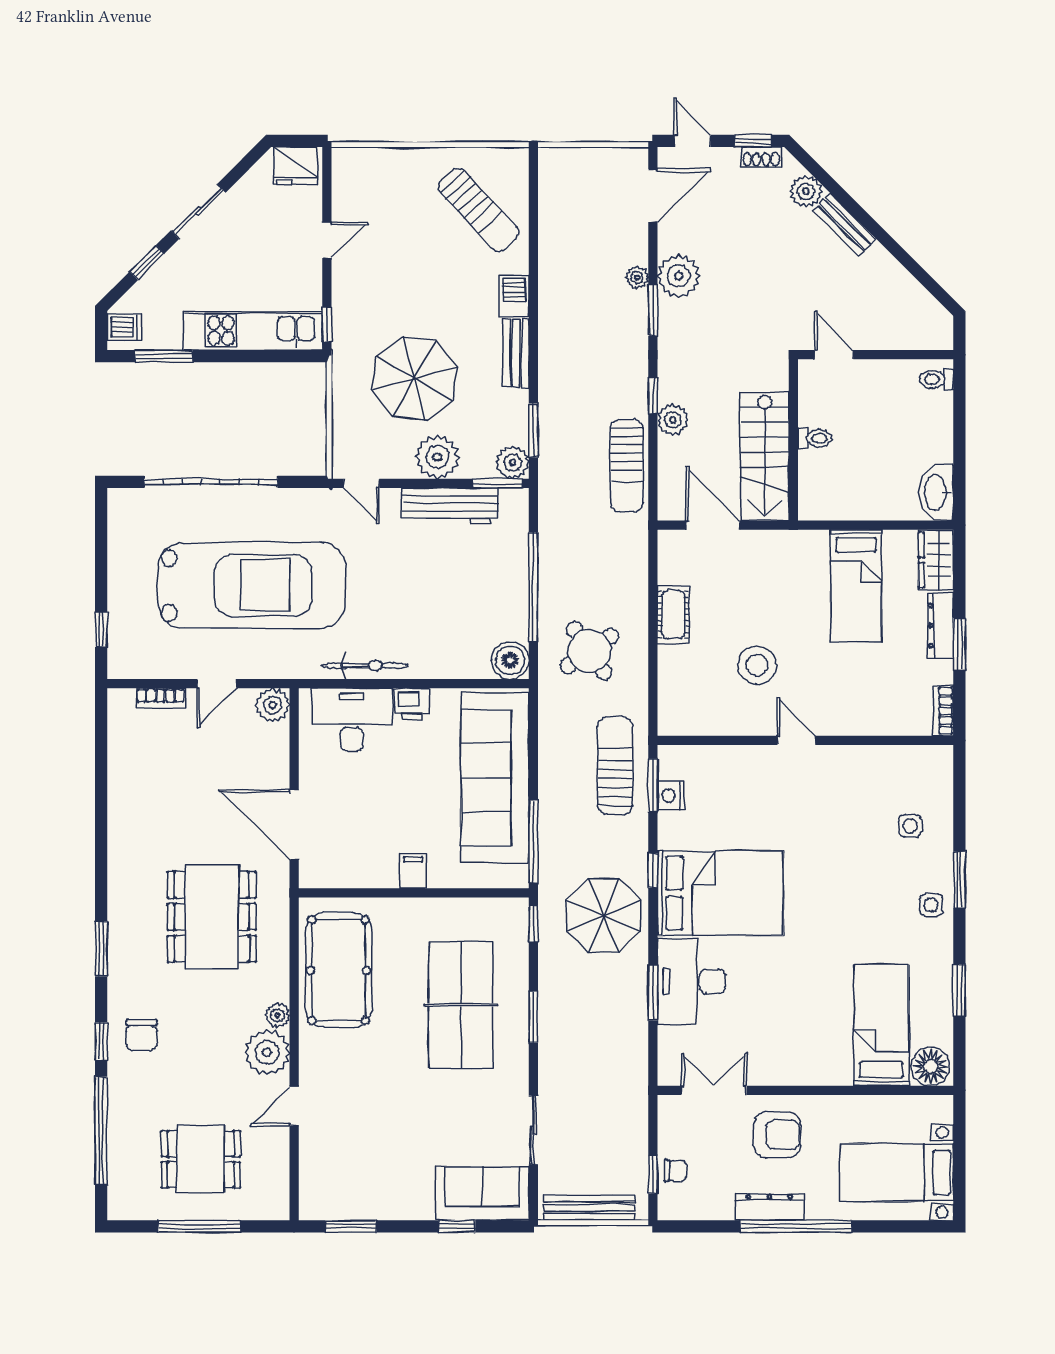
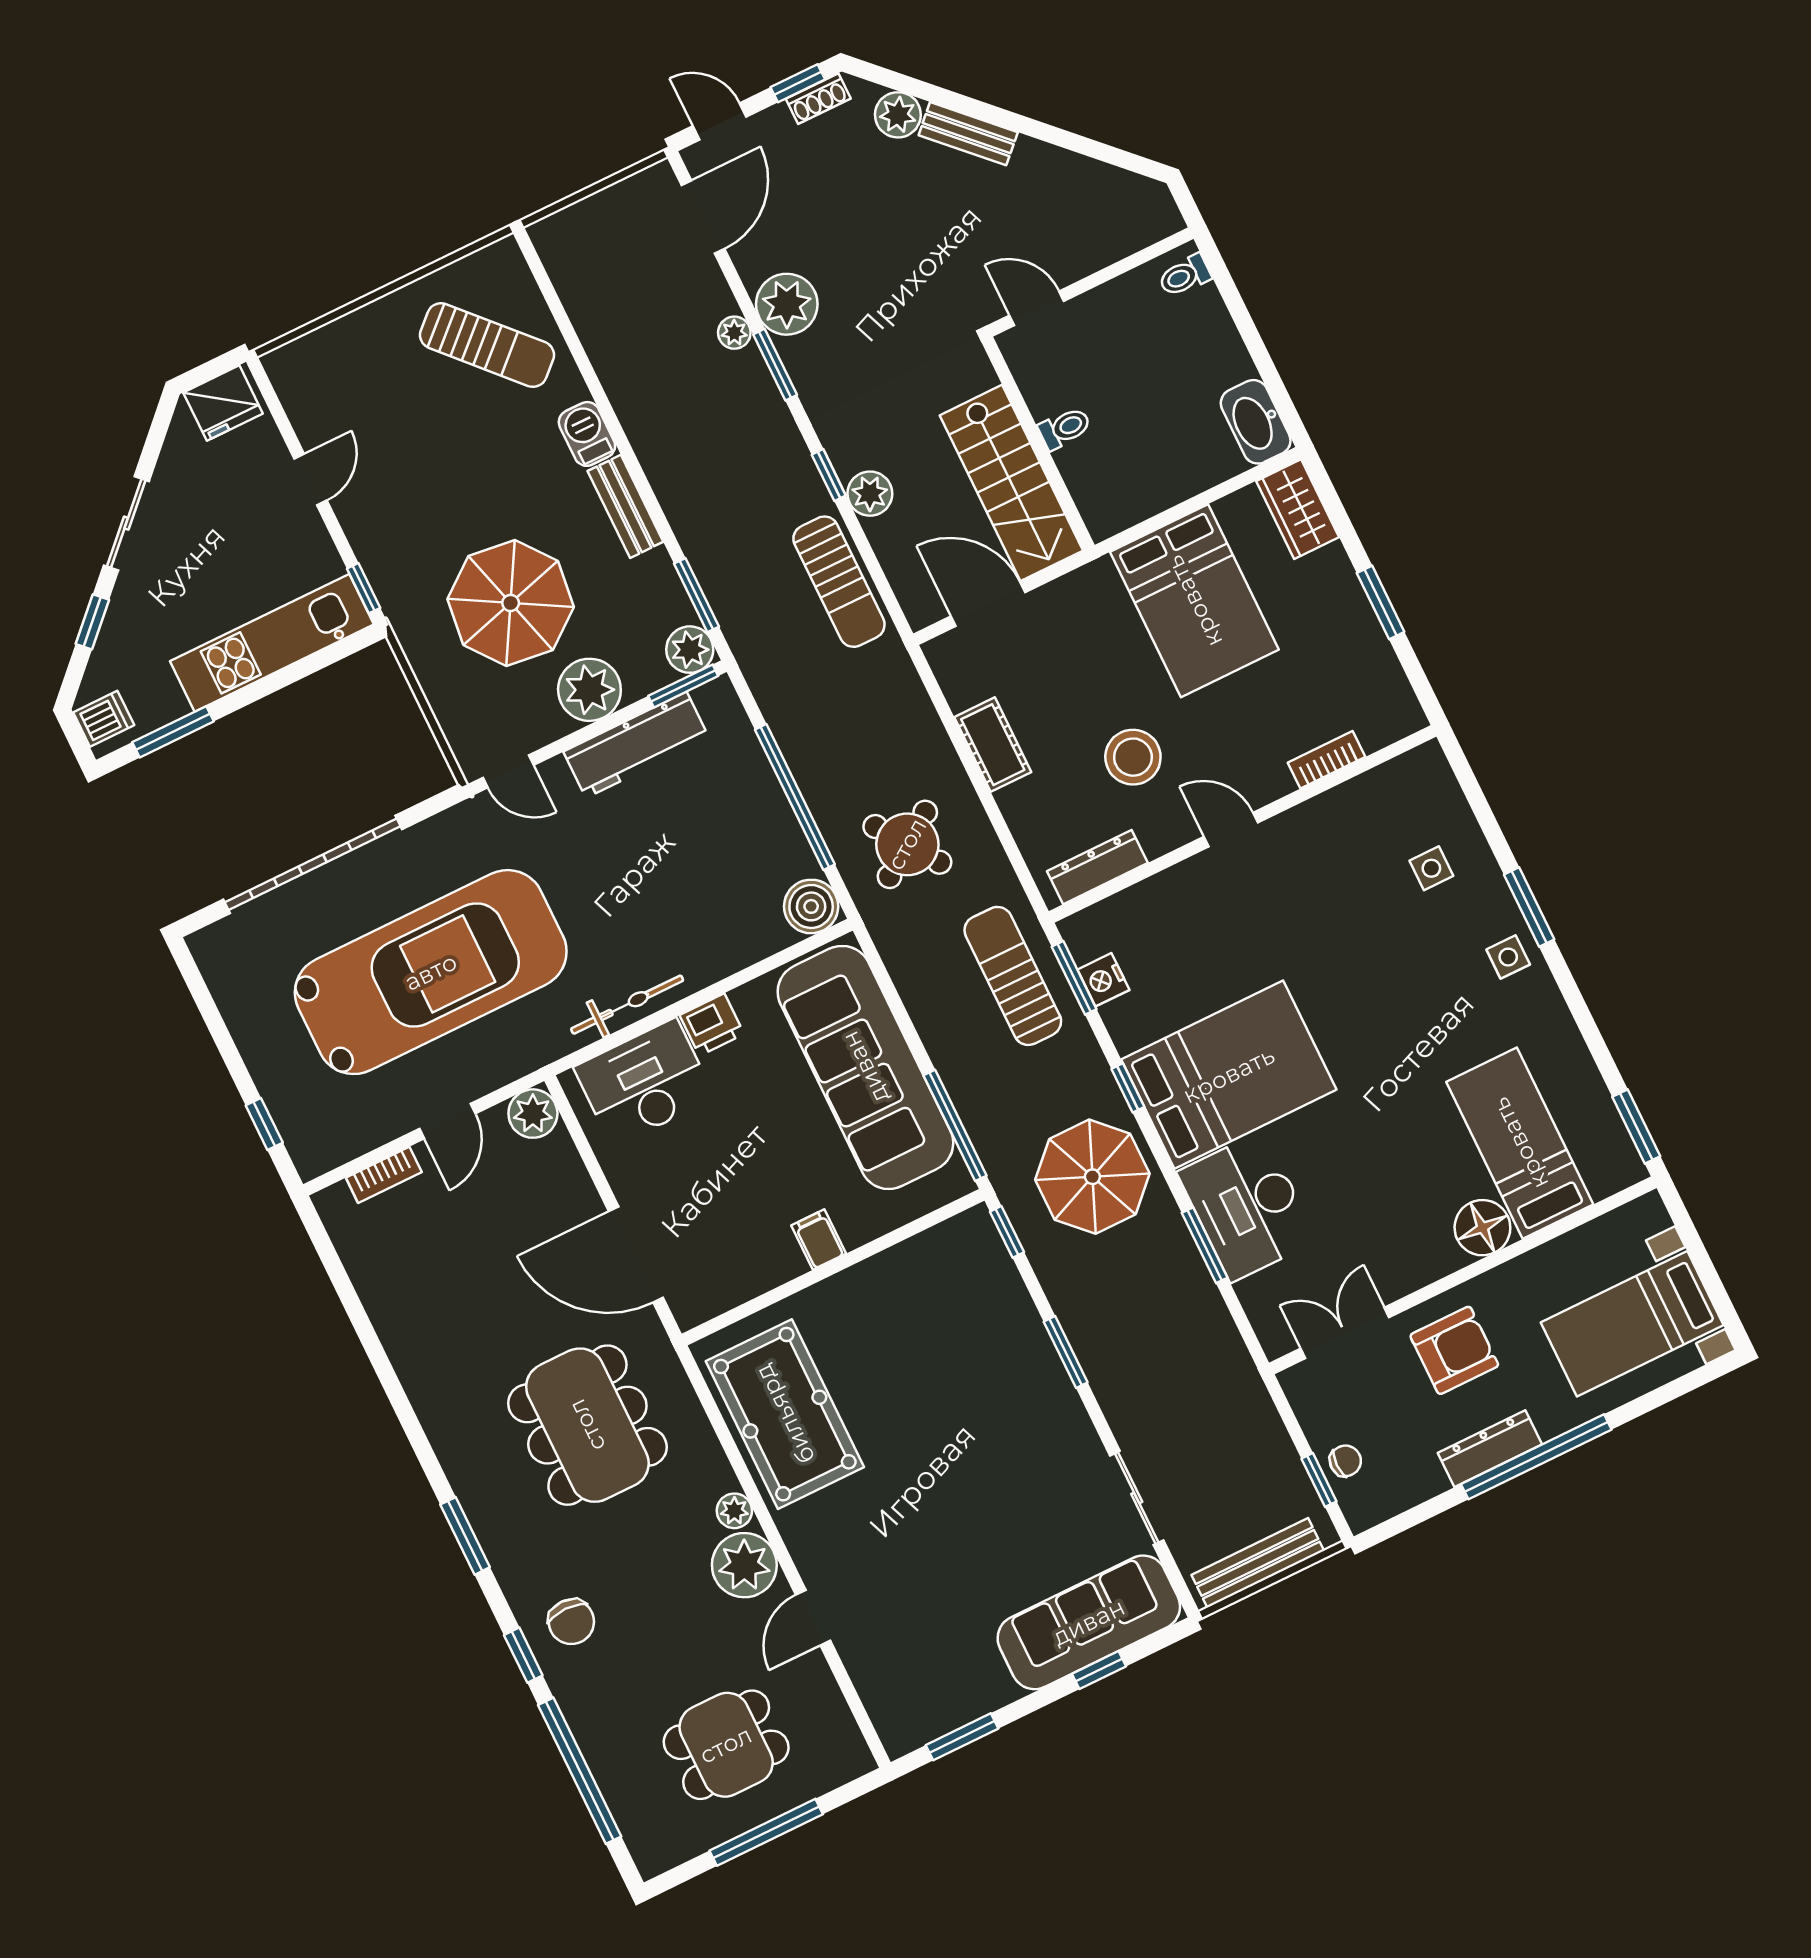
bed: (856, 586) -> (1194, 601), width x1.50
dresser: (941, 626) -> (1097, 867), moved, turned 90
bookcase: (943, 711) -> (1326, 760), moved, turned 90
window: (959, 990) -> (1636, 1126), moved
table tennis table: (461, 1005) -> (965, 1382), removed
floor lamp: (931, 1066) -> (1482, 1228), moved
sofa: (482, 1193) -> (1089, 1622), width x1.36

